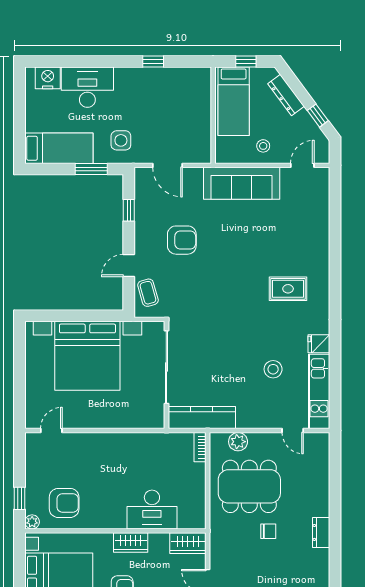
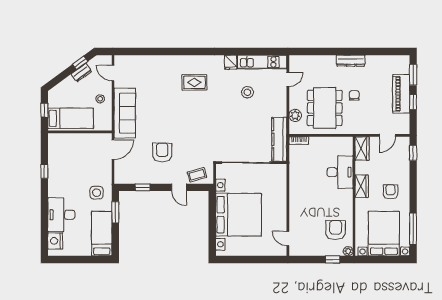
dresser: (286, 95) -> (81, 73), moved, width x0.70
door: (167, 165) -> (113, 150), moved
rug: (288, 289) -> (194, 82), turned 90
dresser: (321, 532) -> (351, 61), width x1.44

